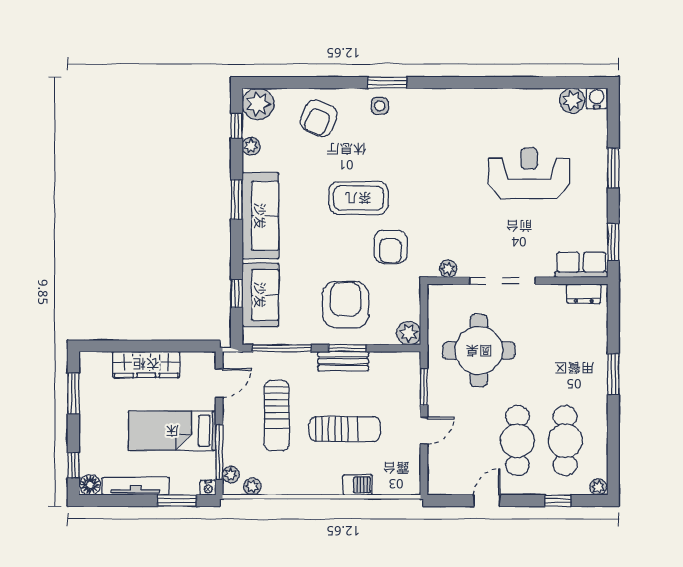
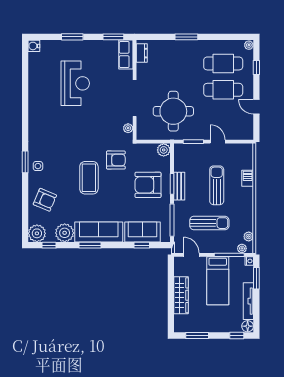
plant: (572, 101) -> (35, 60), removed
plant: (251, 146) -> (65, 233), width x1.88, depth x1.88
reception desk: (529, 173) -> (75, 83), turned 180

